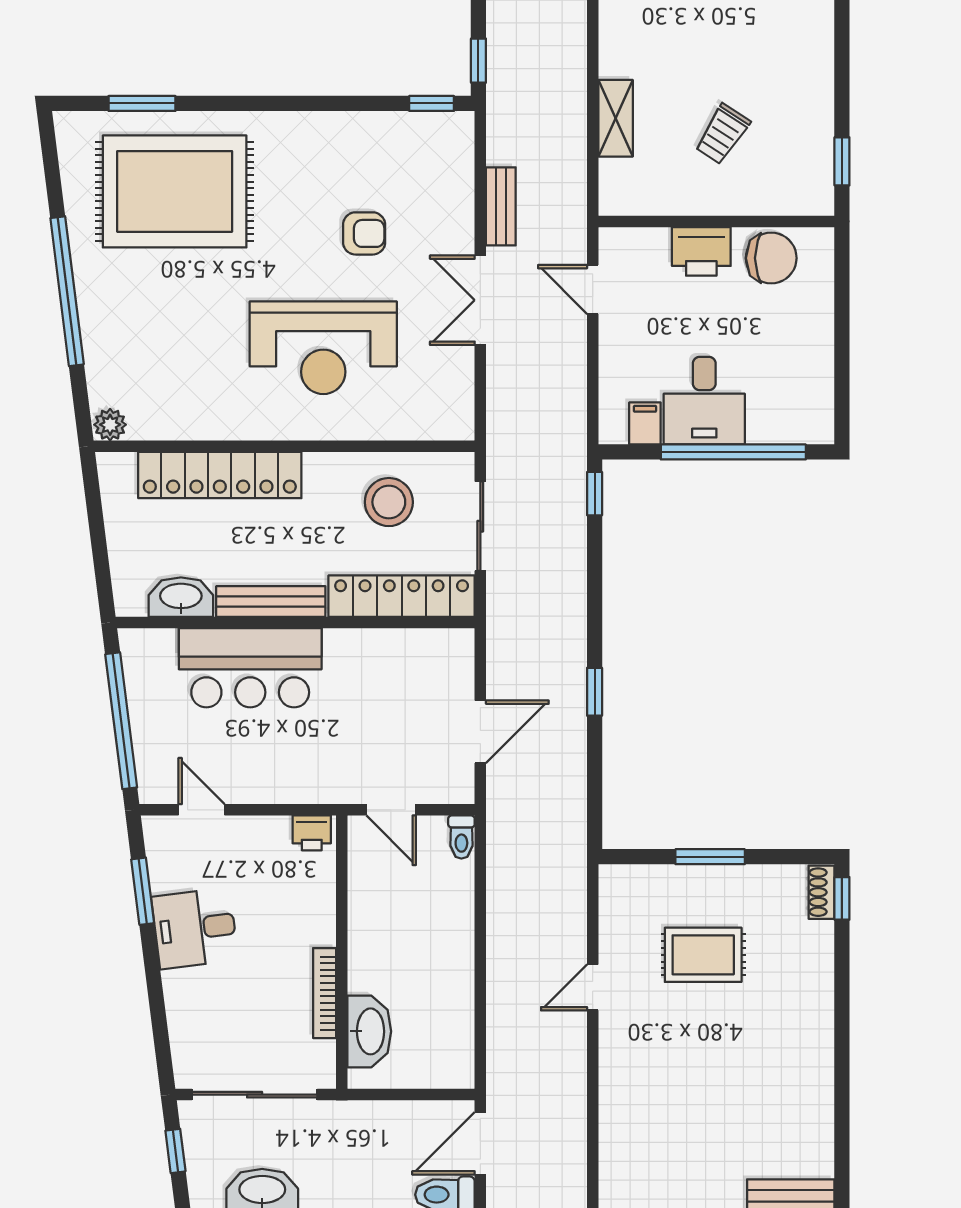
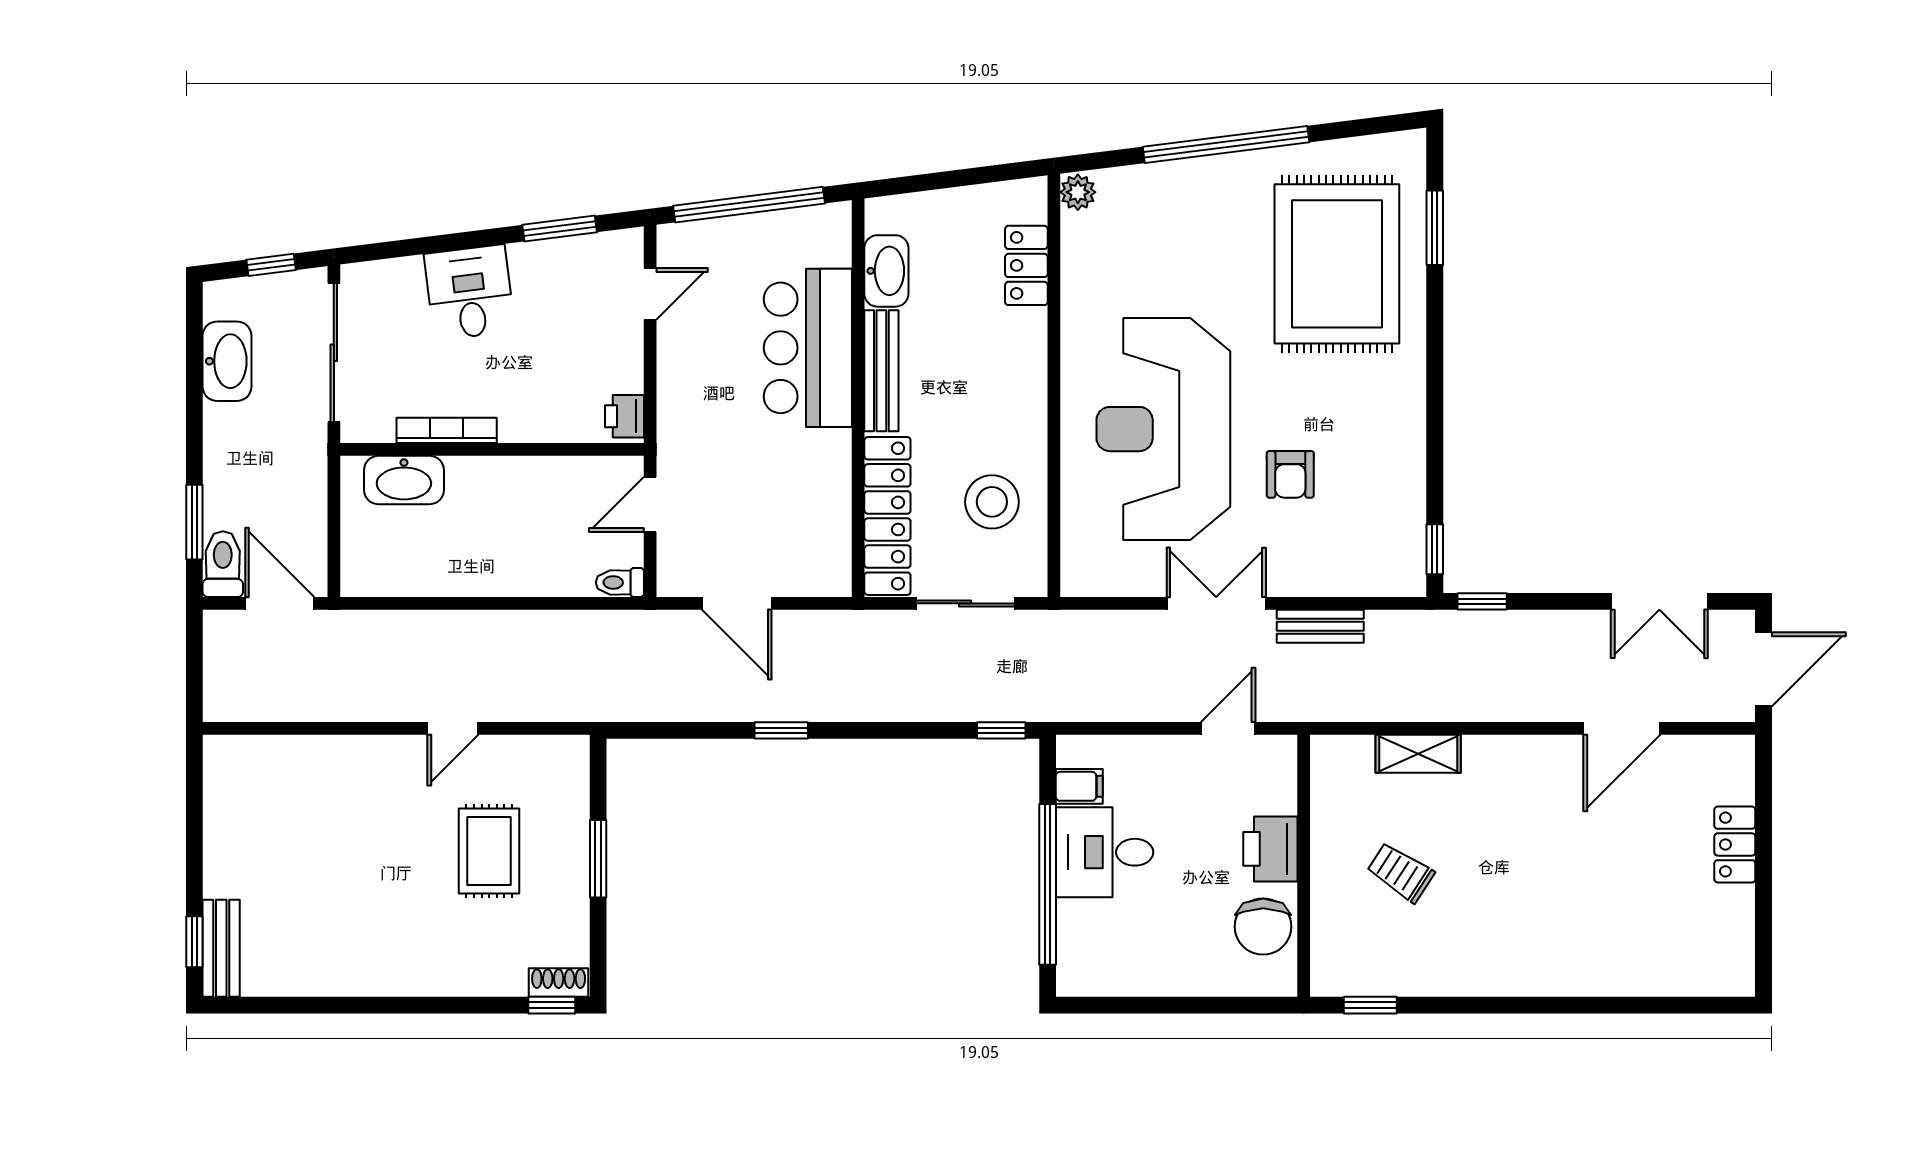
reception desk: (323, 348) -> (1163, 429), width x1.36, depth x1.30
locker: (220, 475) -> (1026, 265), width x0.46, depth x0.83
desk: (195, 928) -> (469, 292), moved
door: (593, 987) -> (453, 728), swing flipped

